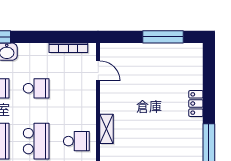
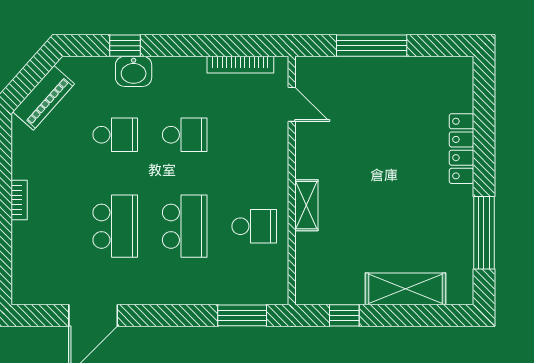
window: (163, 37) -> (372, 46), moved
locker: (196, 103) -> (461, 149), width x1.53

